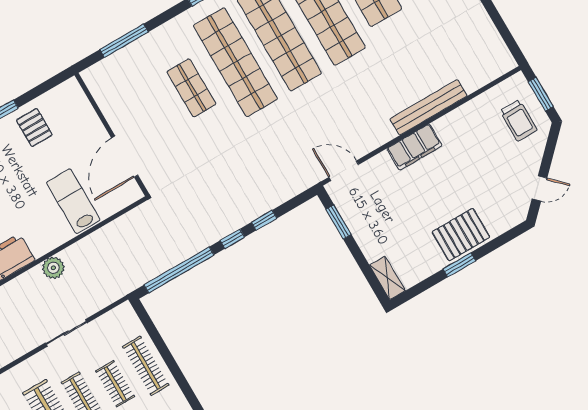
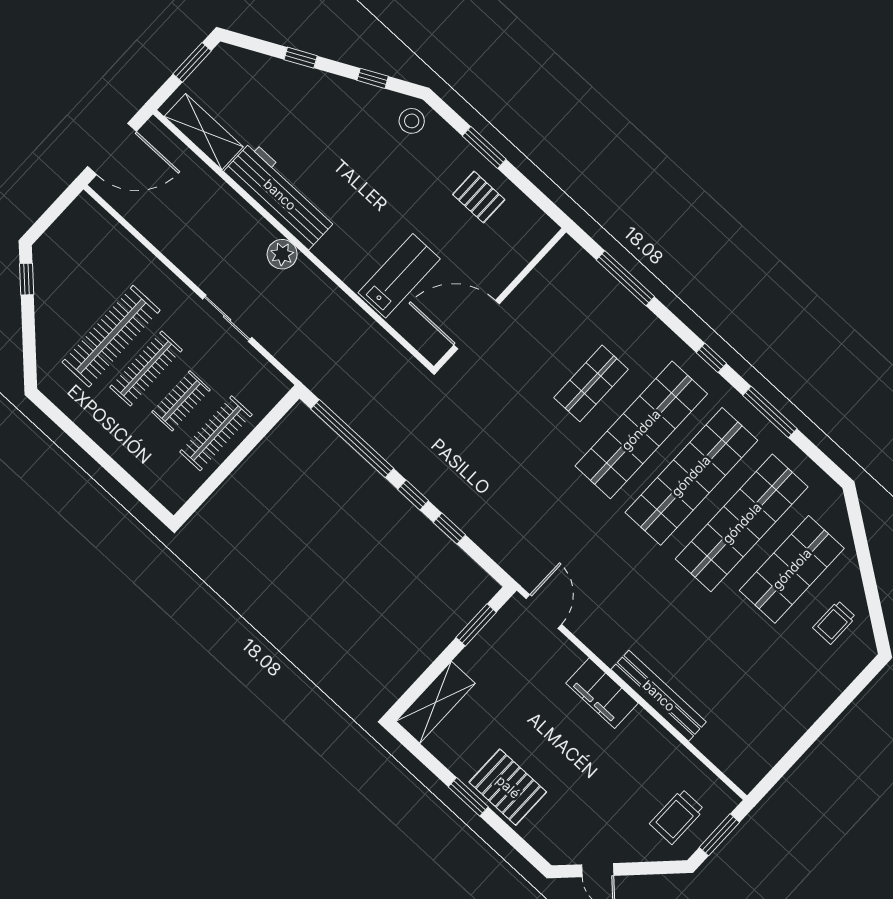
pallet: (34, 128) -> (479, 197), turned 90
plant: (53, 268) -> (282, 254), moved
shelving: (387, 278) -> (436, 702), width x1.50, depth x1.33

